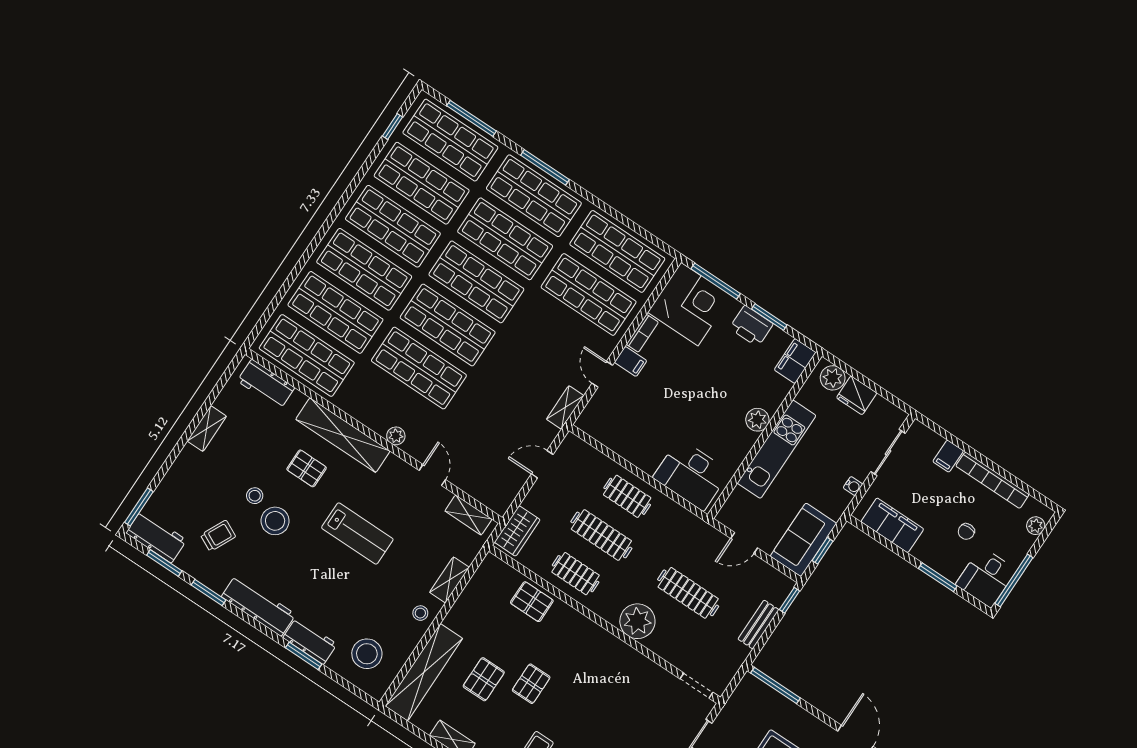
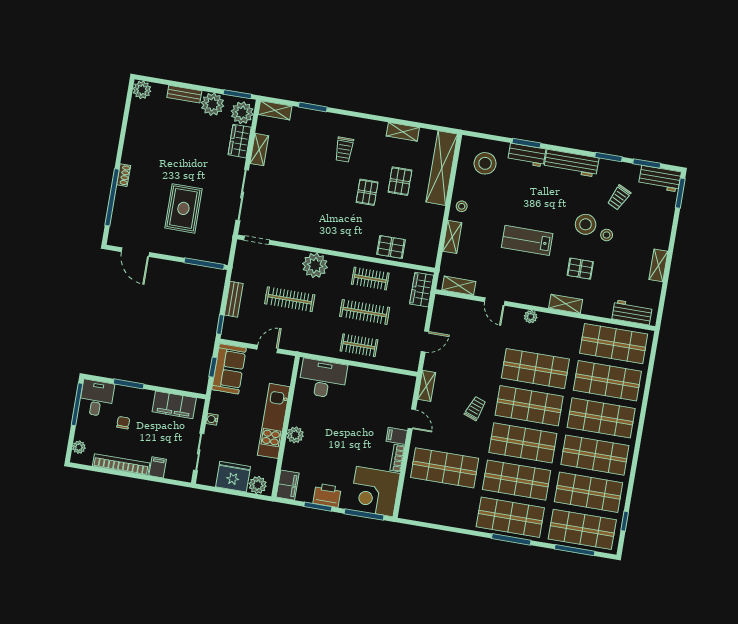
shop shelf: (617, 251) -> (438, 505), removed
trolley: (517, 352) -> (475, 408), added
fridge: (857, 395) -> (233, 477), width x1.36, depth x1.34
shelving: (343, 435) -> (566, 304), width x0.45, depth x0.75

